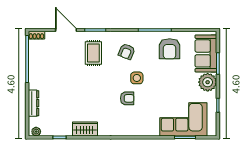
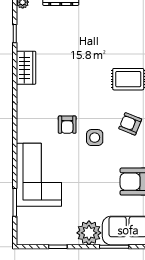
corner sofa: (183, 119) -> (39, 175), moved

